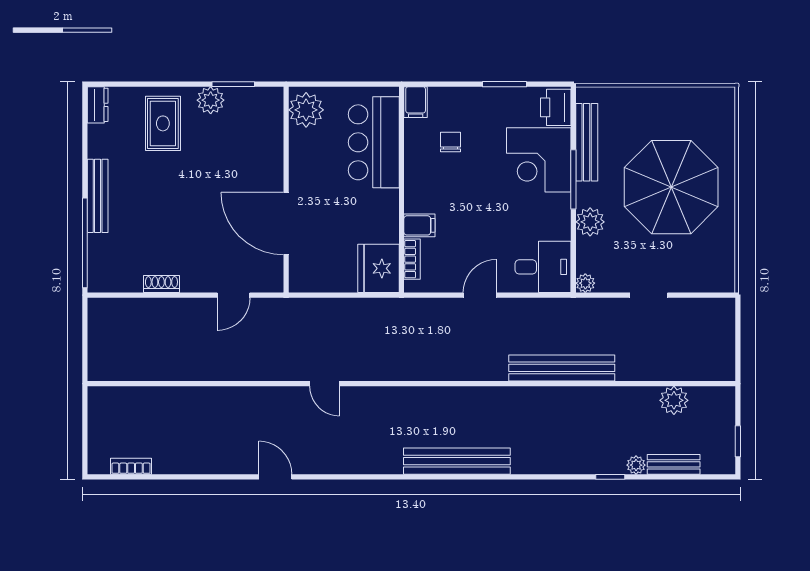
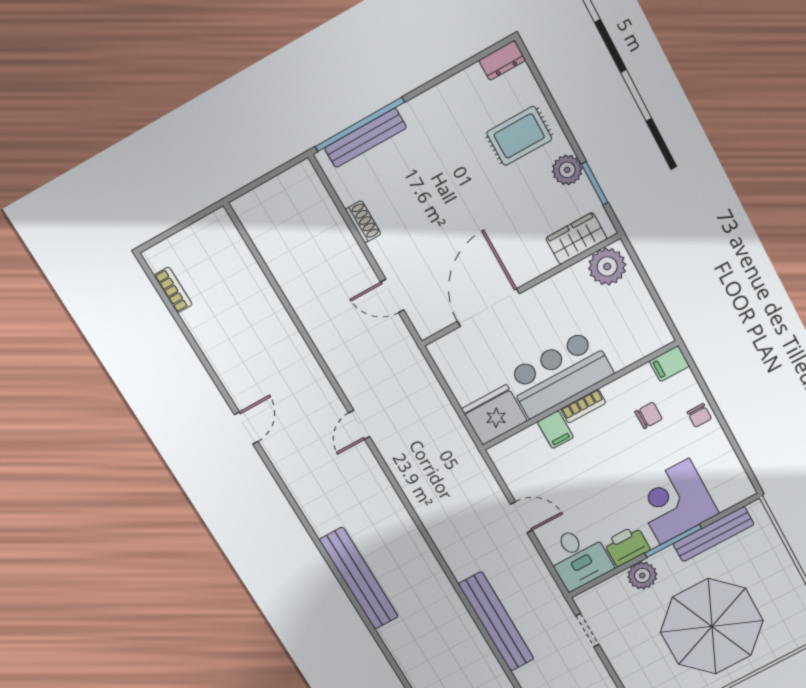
window: (505, 84) -> (729, 434), removed
chair: (474, 100) -> (699, 415), added
printer: (556, 107) -> (627, 546), moved
wardrobe: (269, 122) -> (576, 238), added
bar counter: (374, 142) -> (559, 374), moved
bench: (98, 196) -> (366, 138), moved
bookcase: (412, 259) -> (583, 406), moved
plant: (585, 283) -> (584, 601), removed
doorway: (649, 295) -> (587, 630), moved

